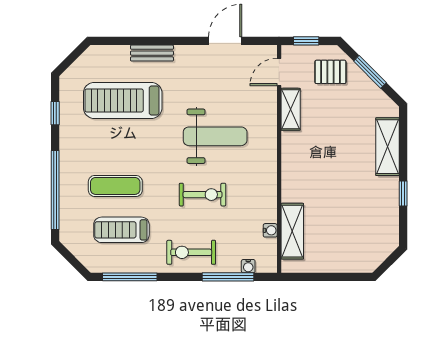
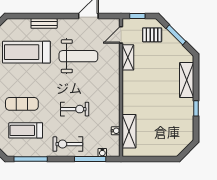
weight bench: (215, 136) -> (78, 56), moved

